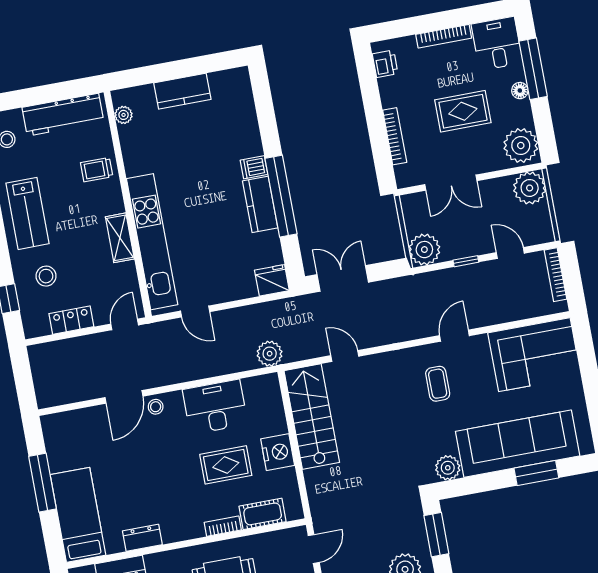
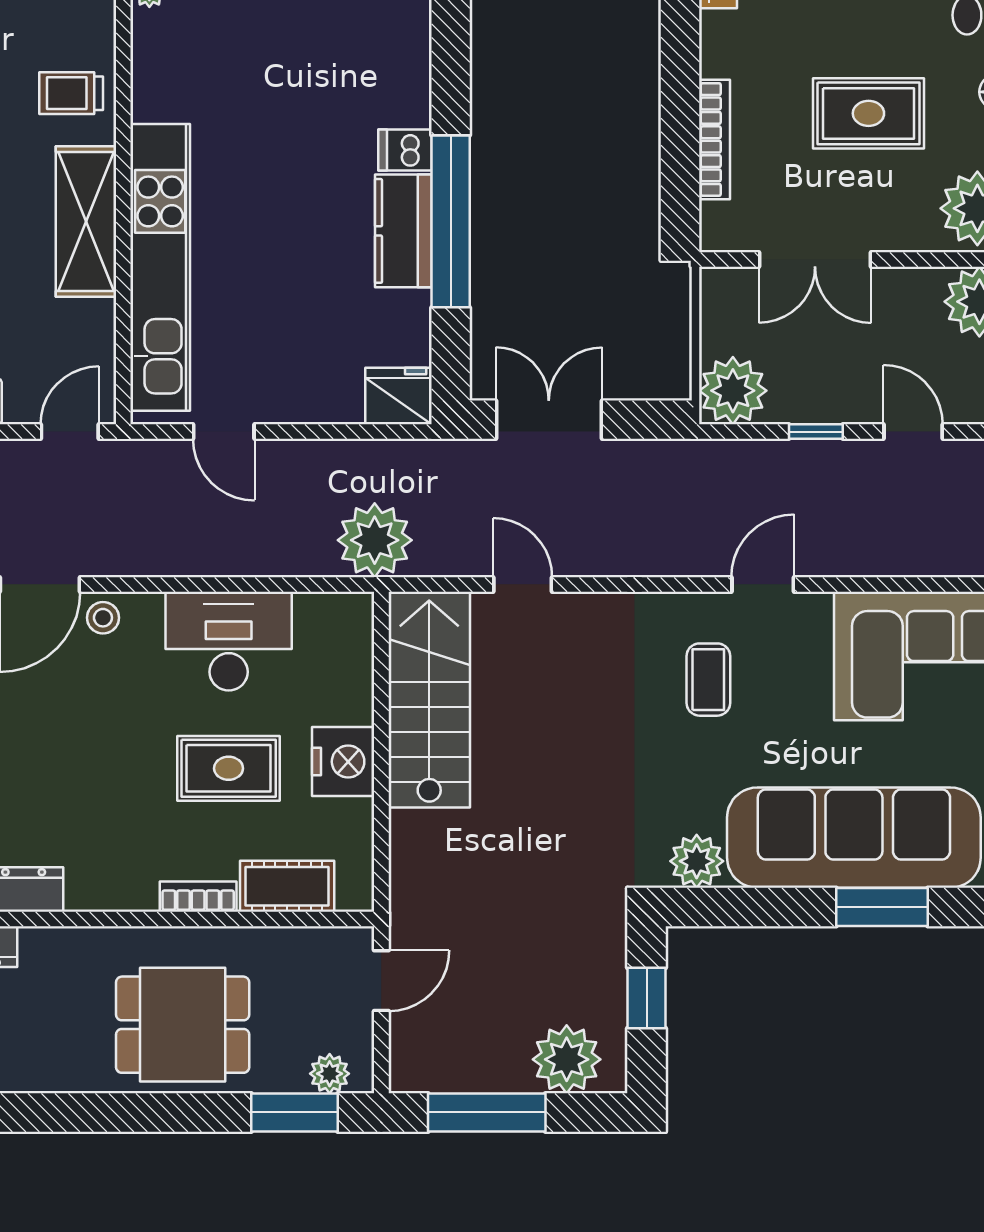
shelving: (120, 238) -> (86, 222), width x1.50, depth x1.33
plant: (270, 354) -> (375, 540), width x1.36, depth x1.36
window: (436, 535) -> (647, 998), width x0.67

